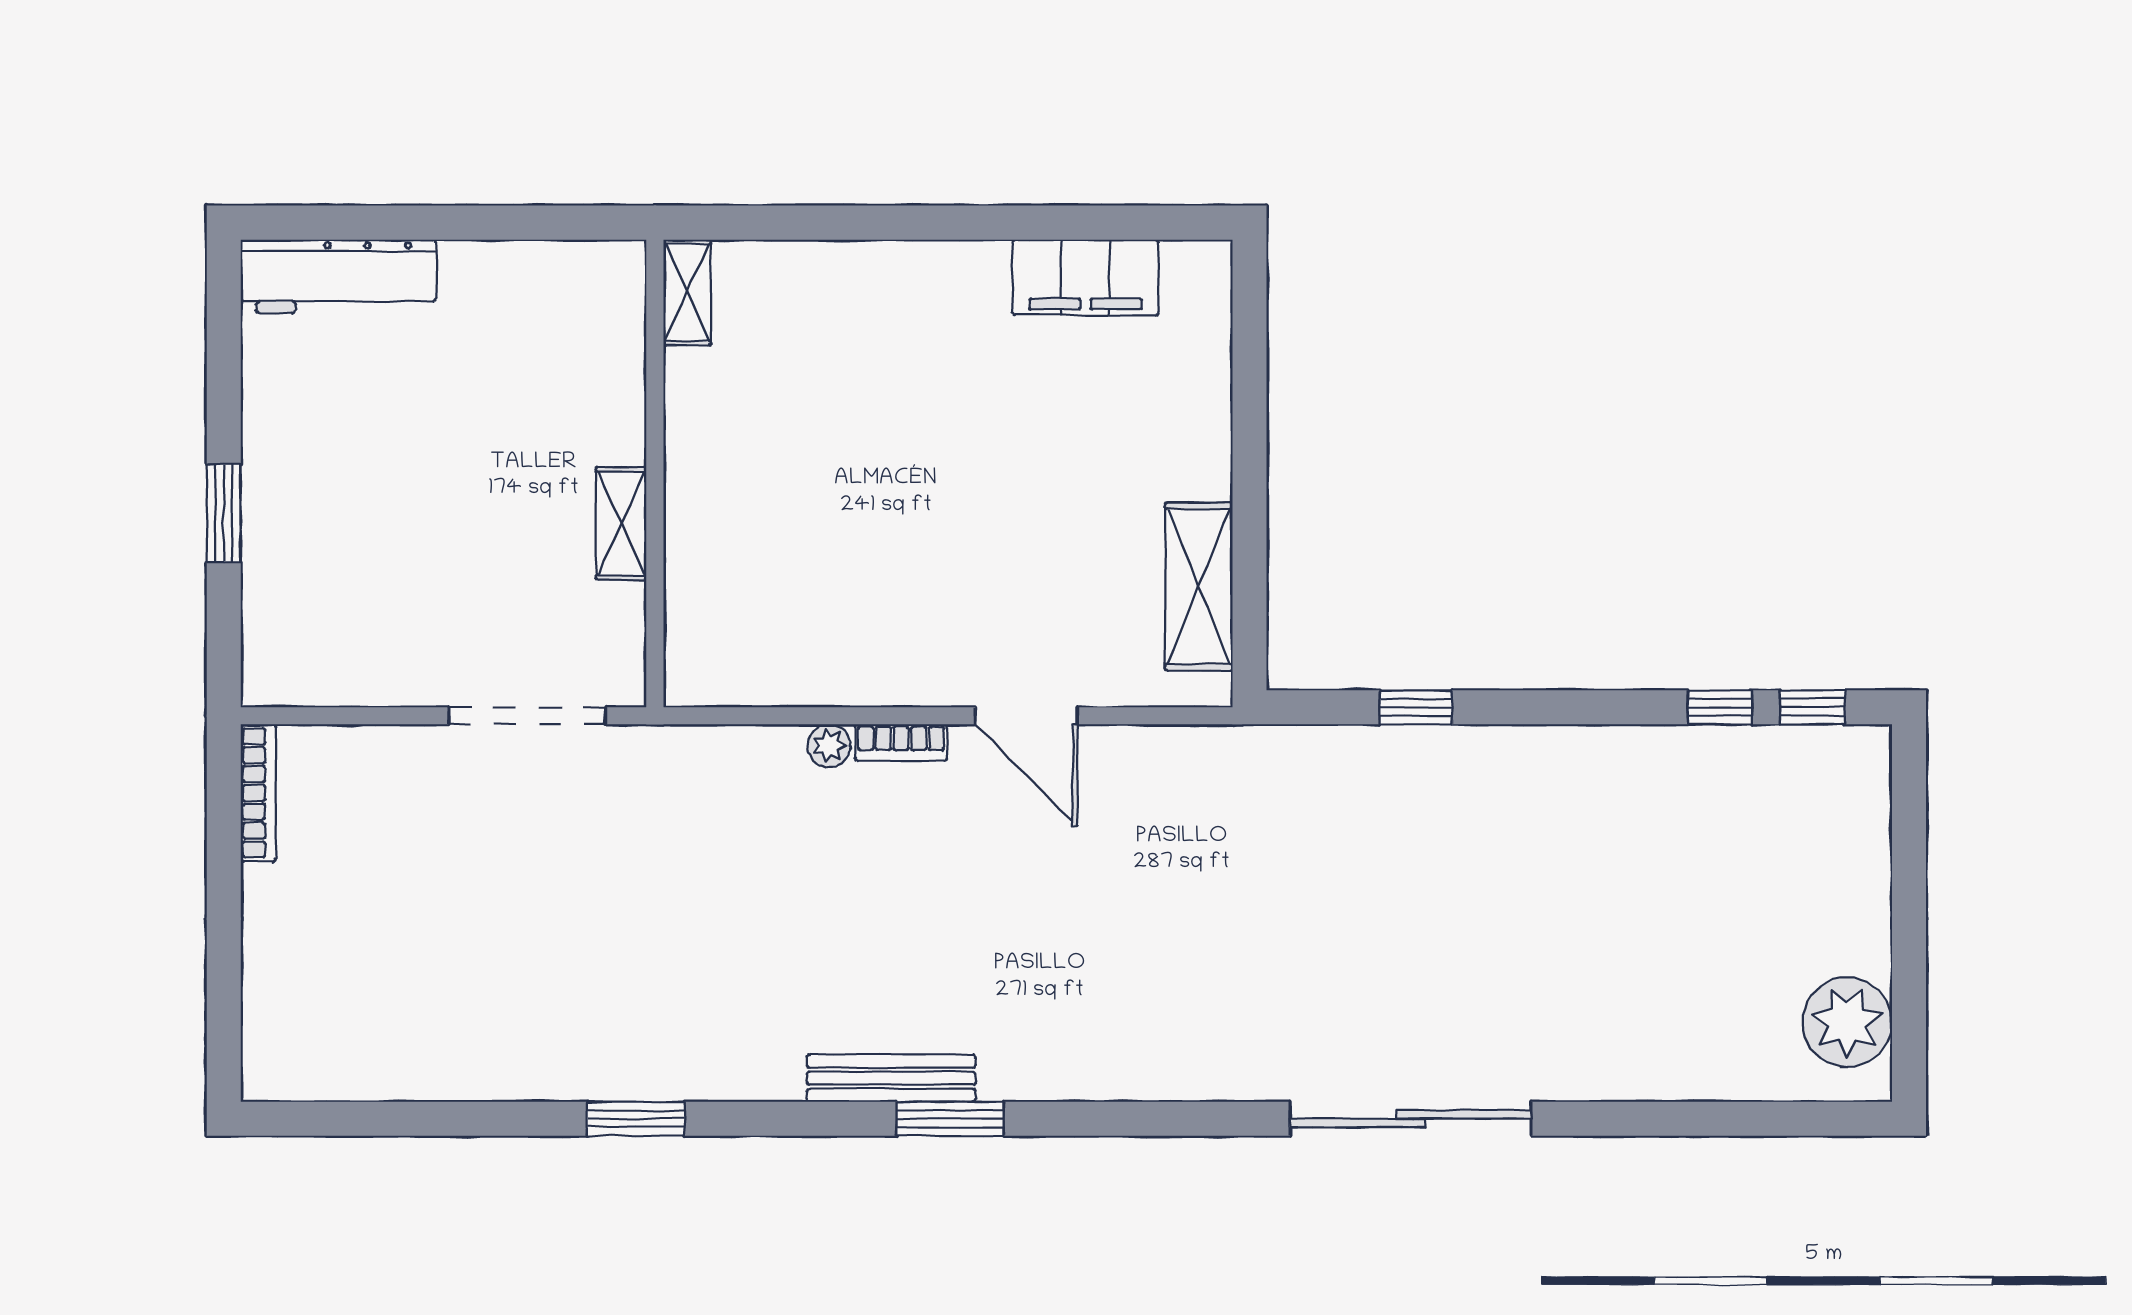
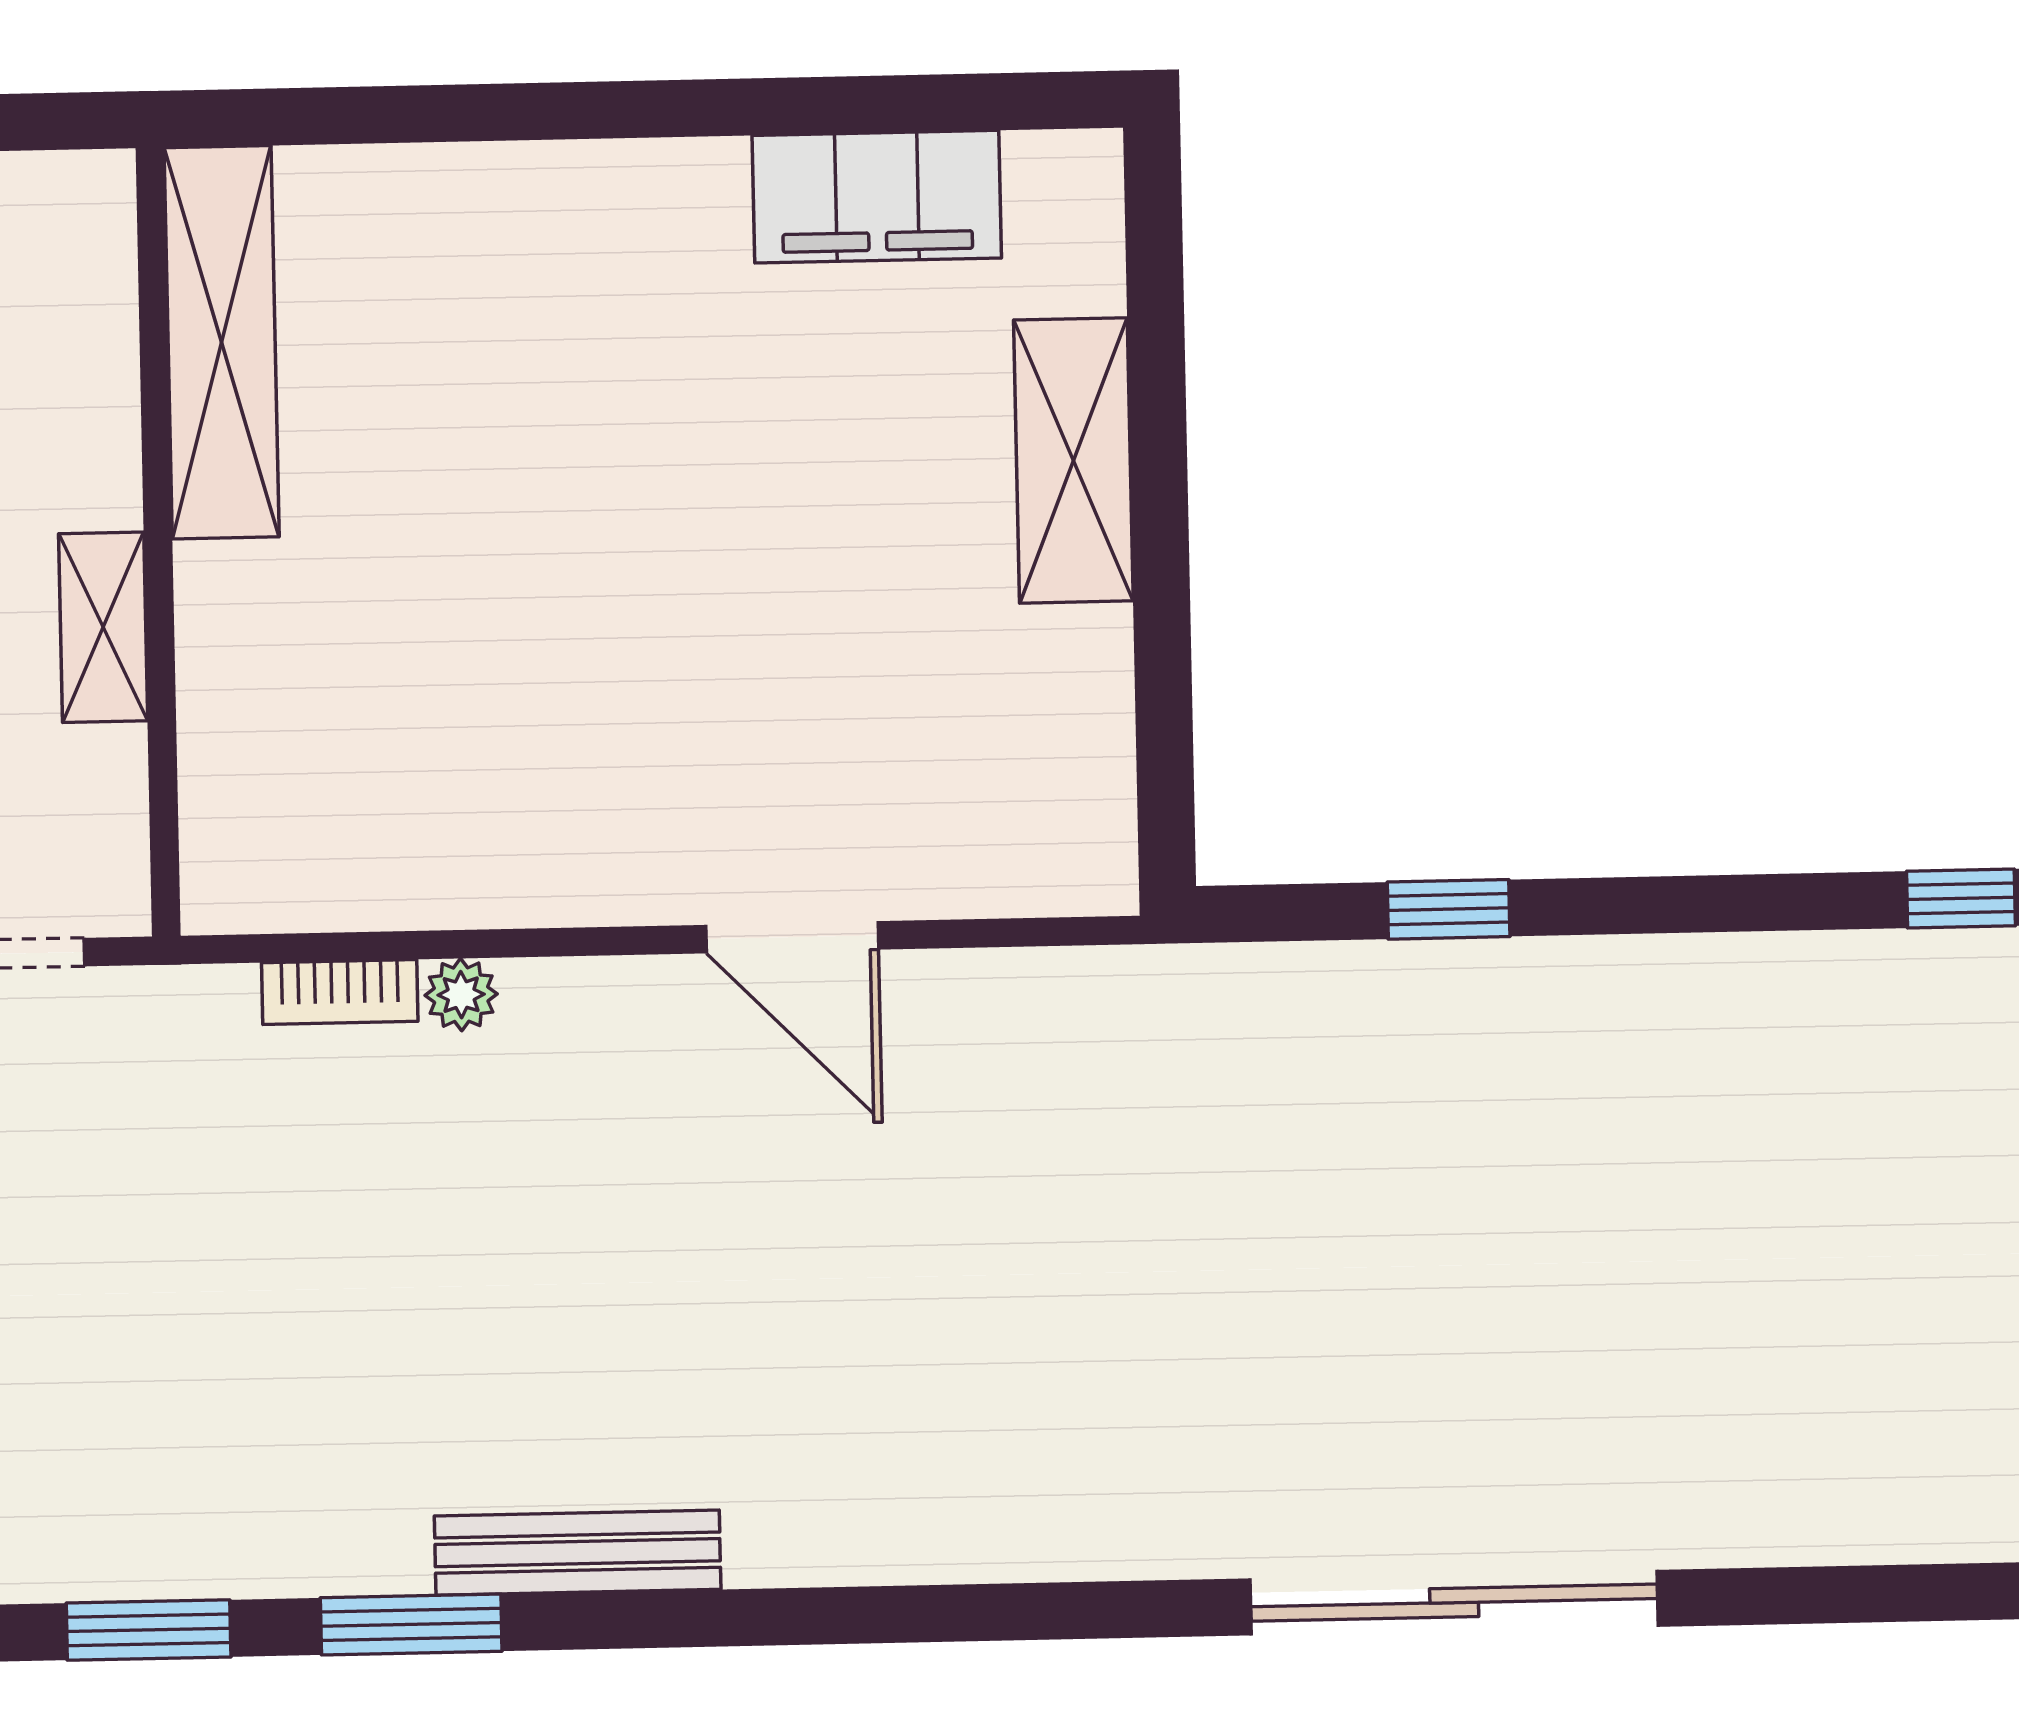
shelving: (687, 292) -> (222, 342), width x2.20, depth x1.33
shelving: (1199, 586) -> (1073, 460), moved
bookcase: (901, 743) -> (340, 992), moved
window: (950, 1119) -> (411, 1624), moved

